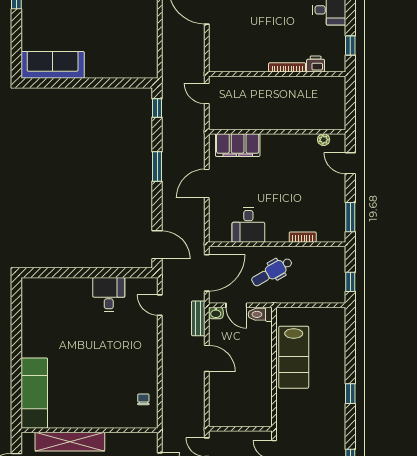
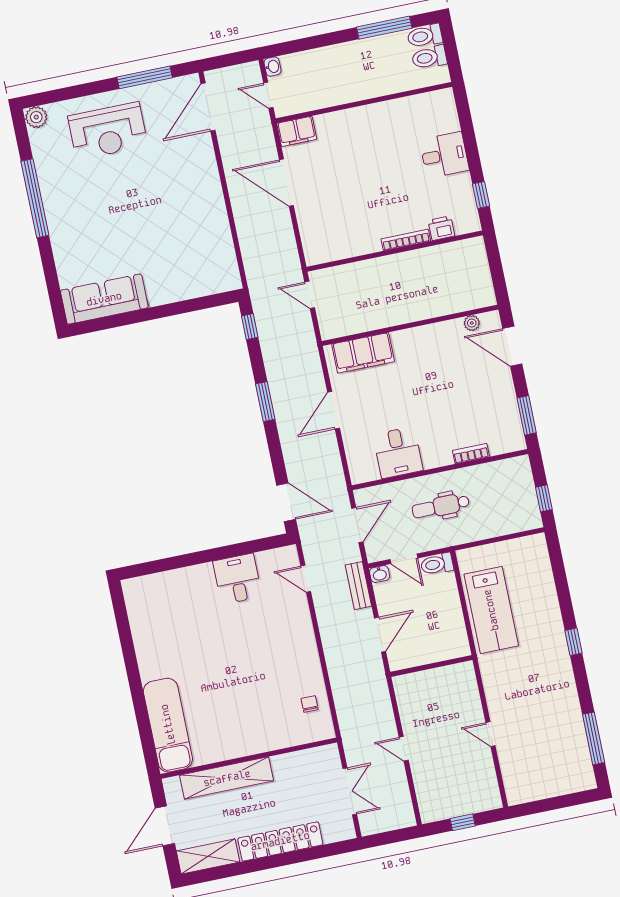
door: (350, 163) -> (512, 346), width x1.38
dental chair: (272, 272) -> (441, 506), turned 30
door: (207, 273) -> (357, 525), width x0.73
door: (207, 358) -> (380, 635), hinge flipped
wall: (240, 429) -> (431, 666), moved

